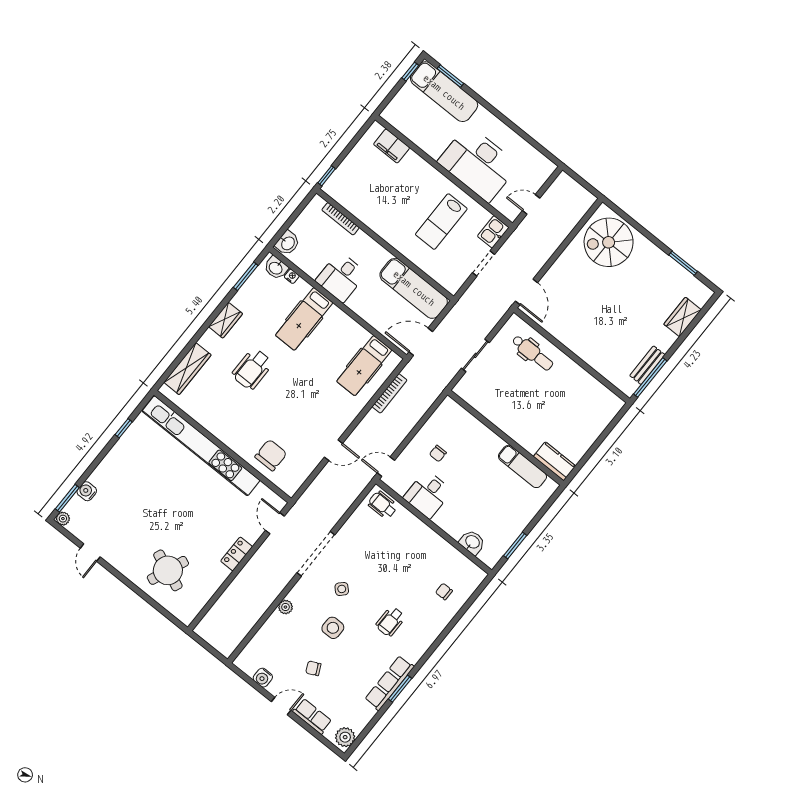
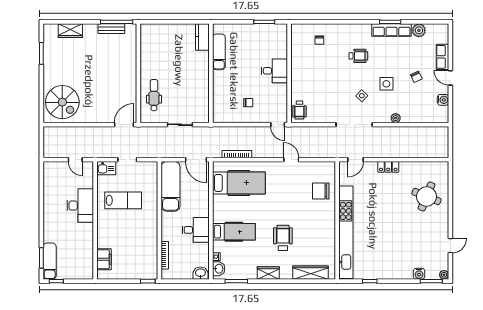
exam couch: (444, 92) -> (50, 261), width x0.73, depth x0.69
desk: (478, 164) -> (80, 206), width x0.73, depth x0.77
hospital bed: (364, 366) -> (239, 183), width x1.37, depth x1.29
wheelchair: (252, 369) -> (283, 238), turned -90
desk: (428, 494) -> (274, 71), moved
washbasin: (472, 542) -> (281, 46), removed
plant: (345, 737) -> (419, 30), moved

